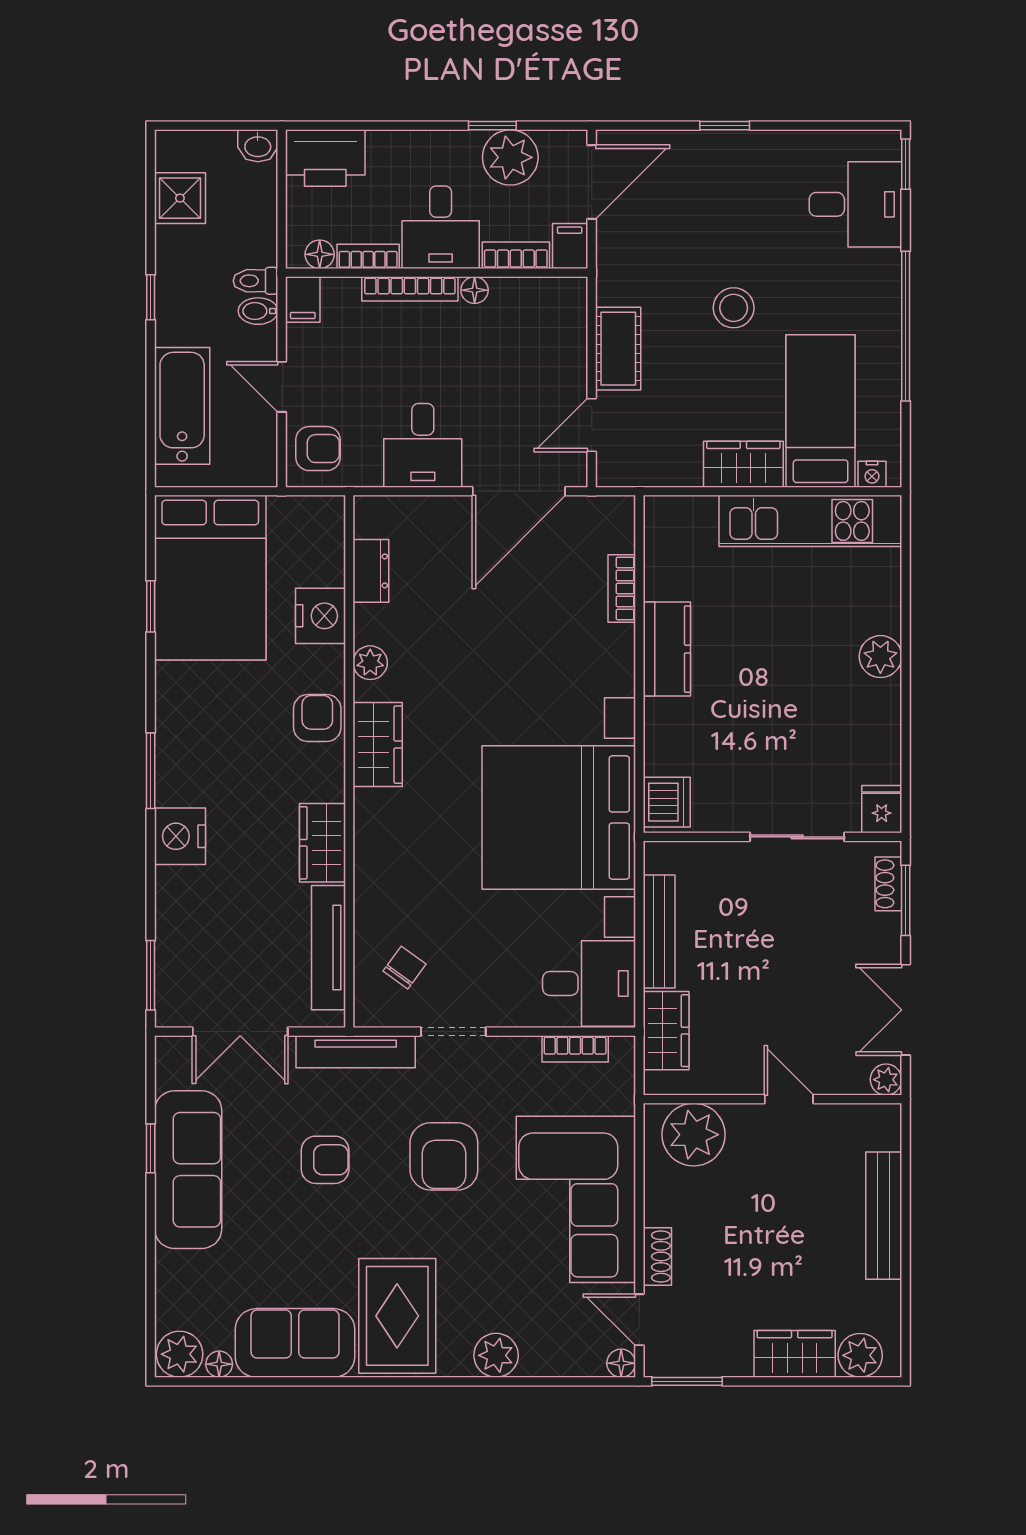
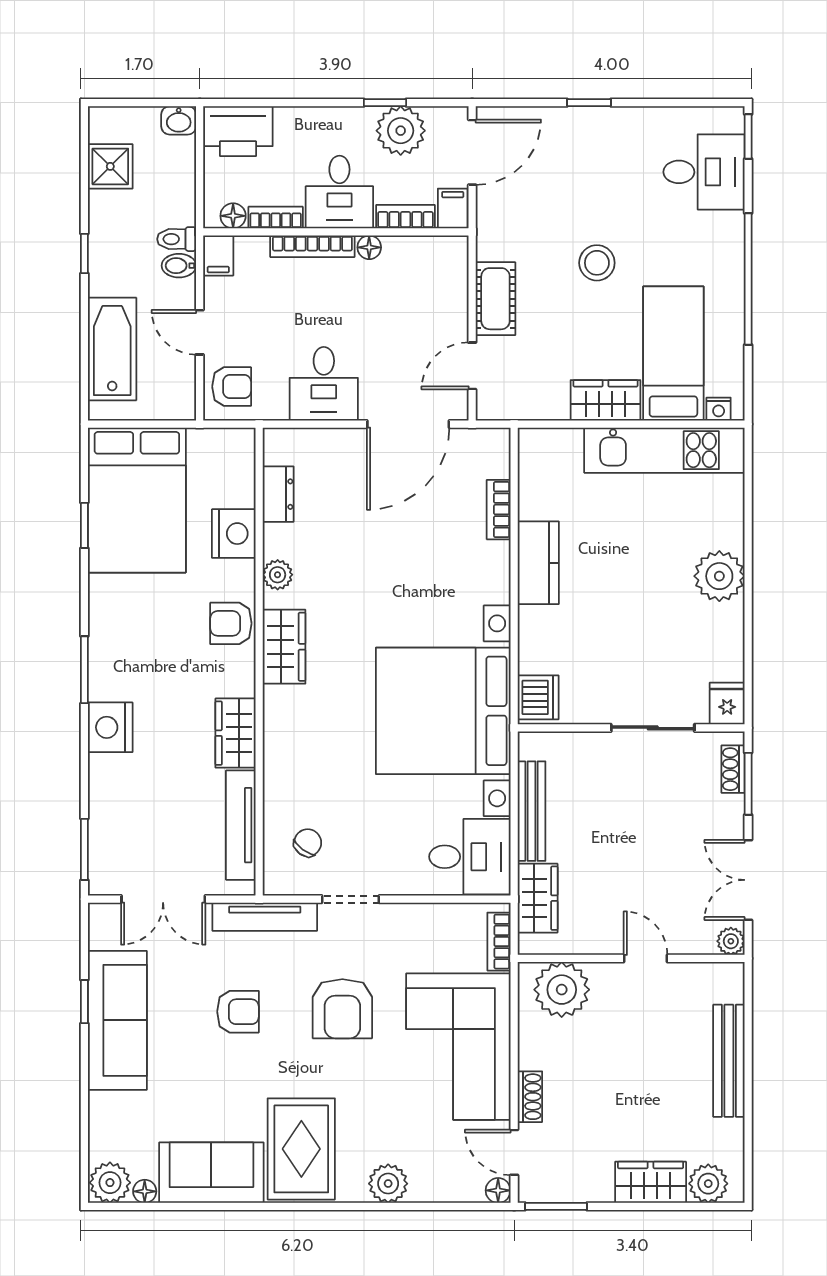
plant: (880, 657) -> (719, 576), width x1.36, depth x1.36
armchair: (317, 718) -> (231, 623), turned -90
bookcase: (575, 1049) -> (499, 942), moved, turned 90

